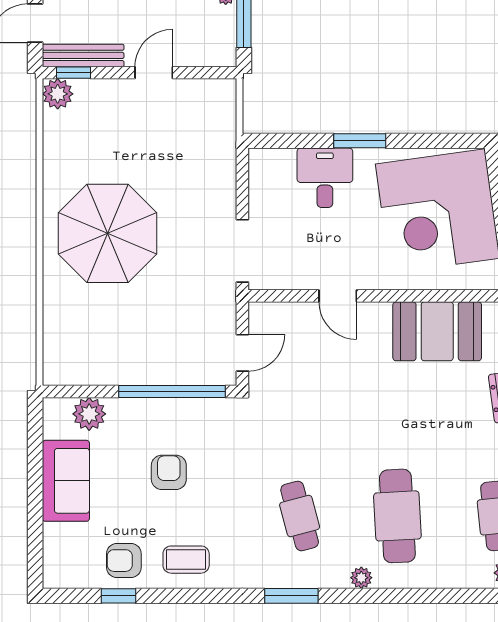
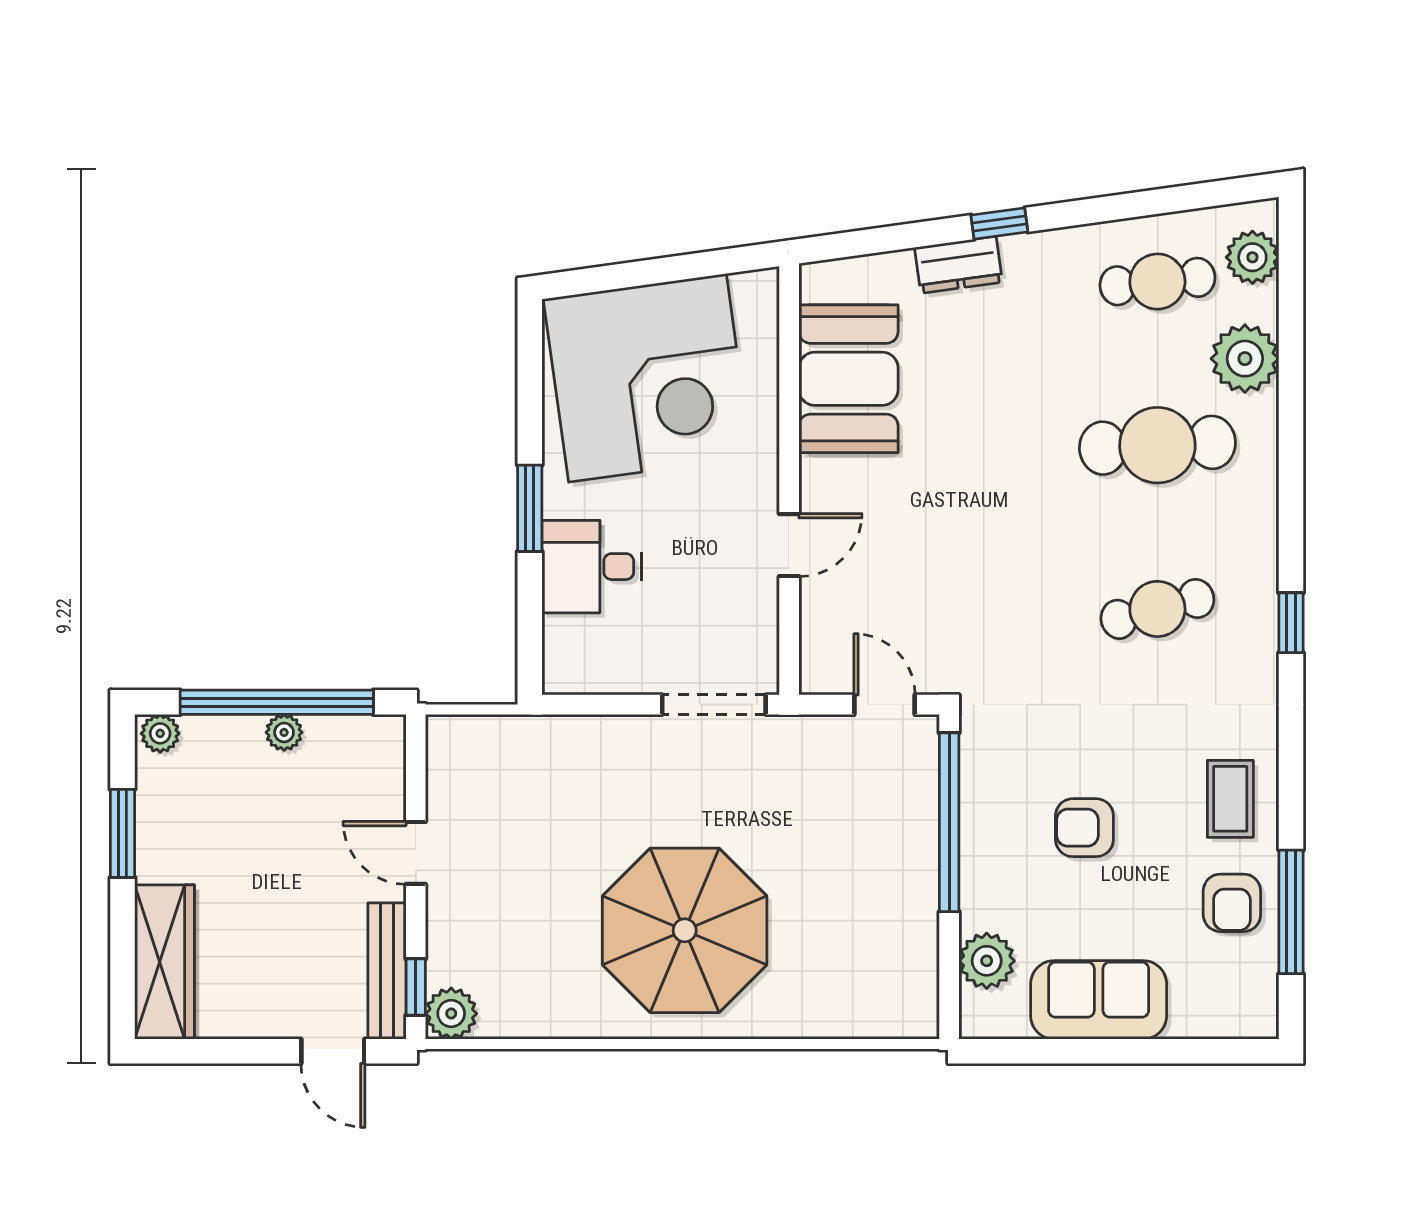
plant: (361, 578) -> (1245, 359), moved, width x1.88, depth x1.88
window: (118, 596) -> (1291, 912), width x2.17
window: (291, 596) -> (1291, 623), width x0.67

